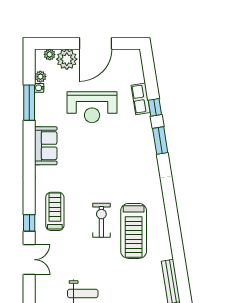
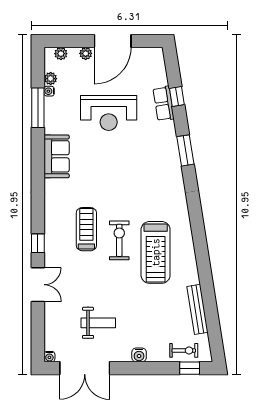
plant: (67, 59) -> (86, 53), width x0.53, depth x0.53
window: (155, 107) -> (177, 97), moved
treadmill: (55, 211) -> (86, 229), moved

